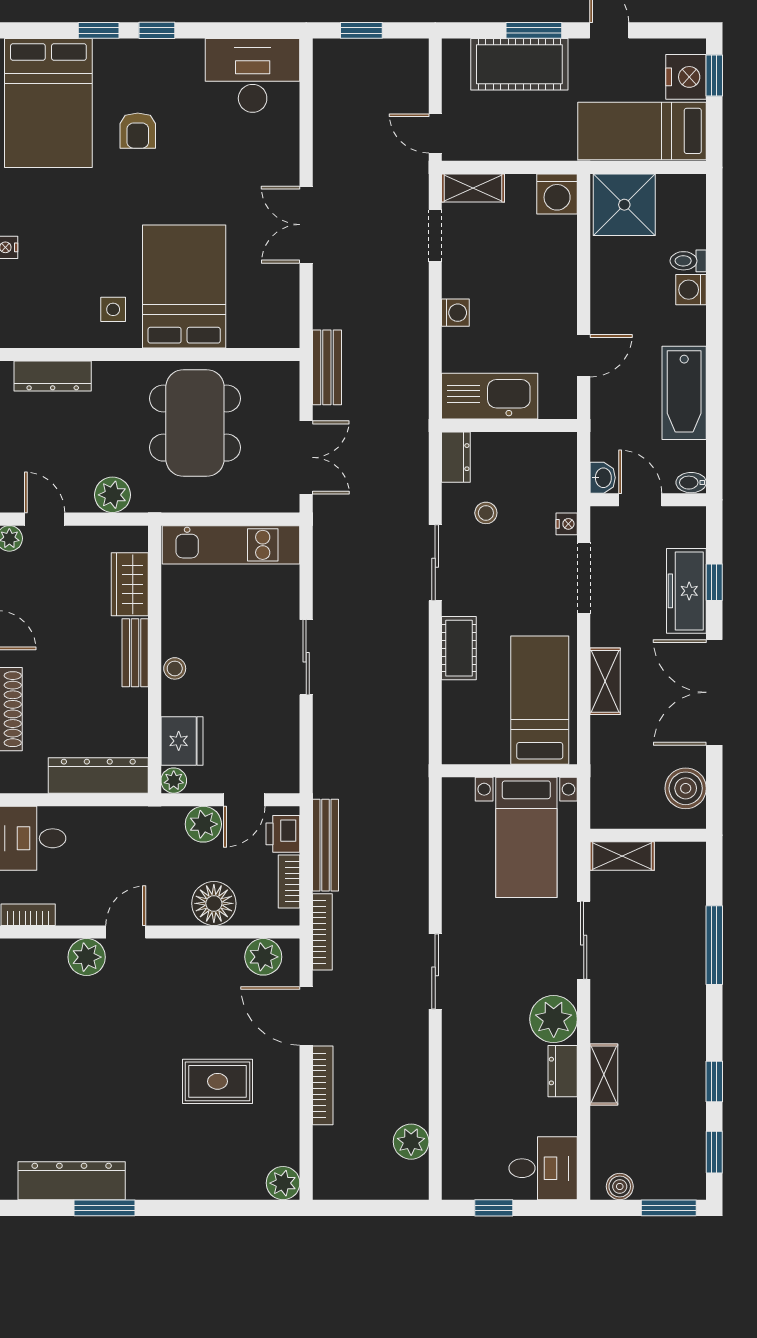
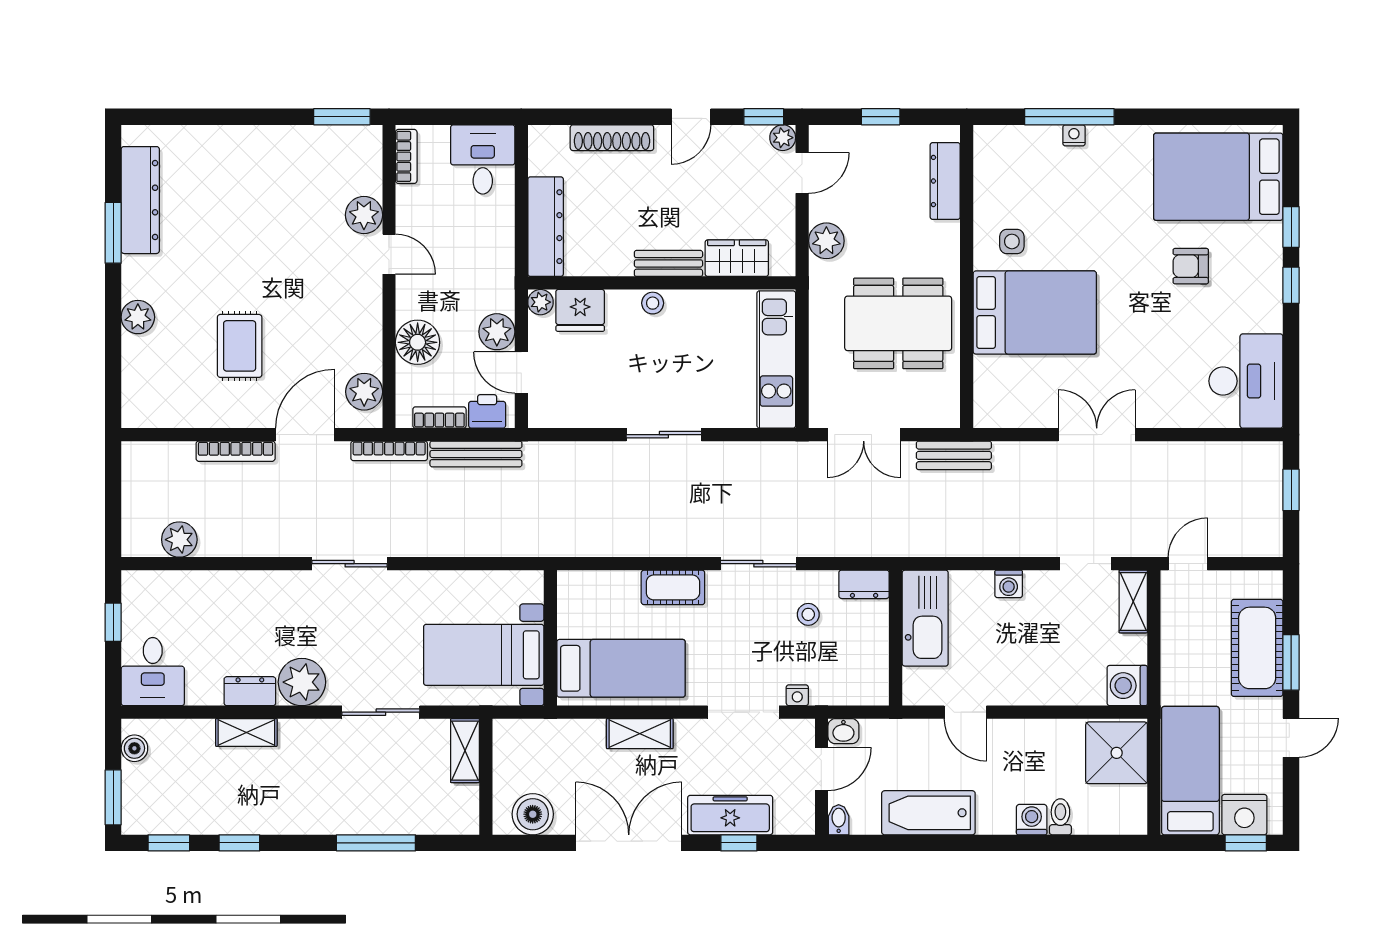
plant: (283, 1183) -> (138, 317), moved

